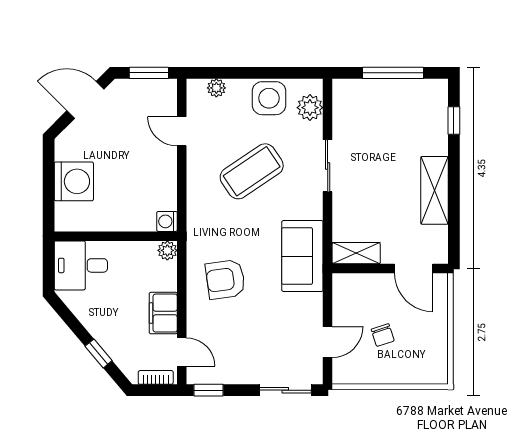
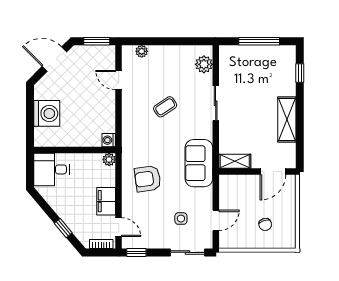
side table: (269, 98) -> (181, 219), moved, width x0.54, depth x0.54
coffee table: (252, 171) -> (165, 107), width x0.54, depth x0.58
door: (414, 269) -> (273, 172), hinge flipped
chair: (383, 335) -> (265, 224), moved

